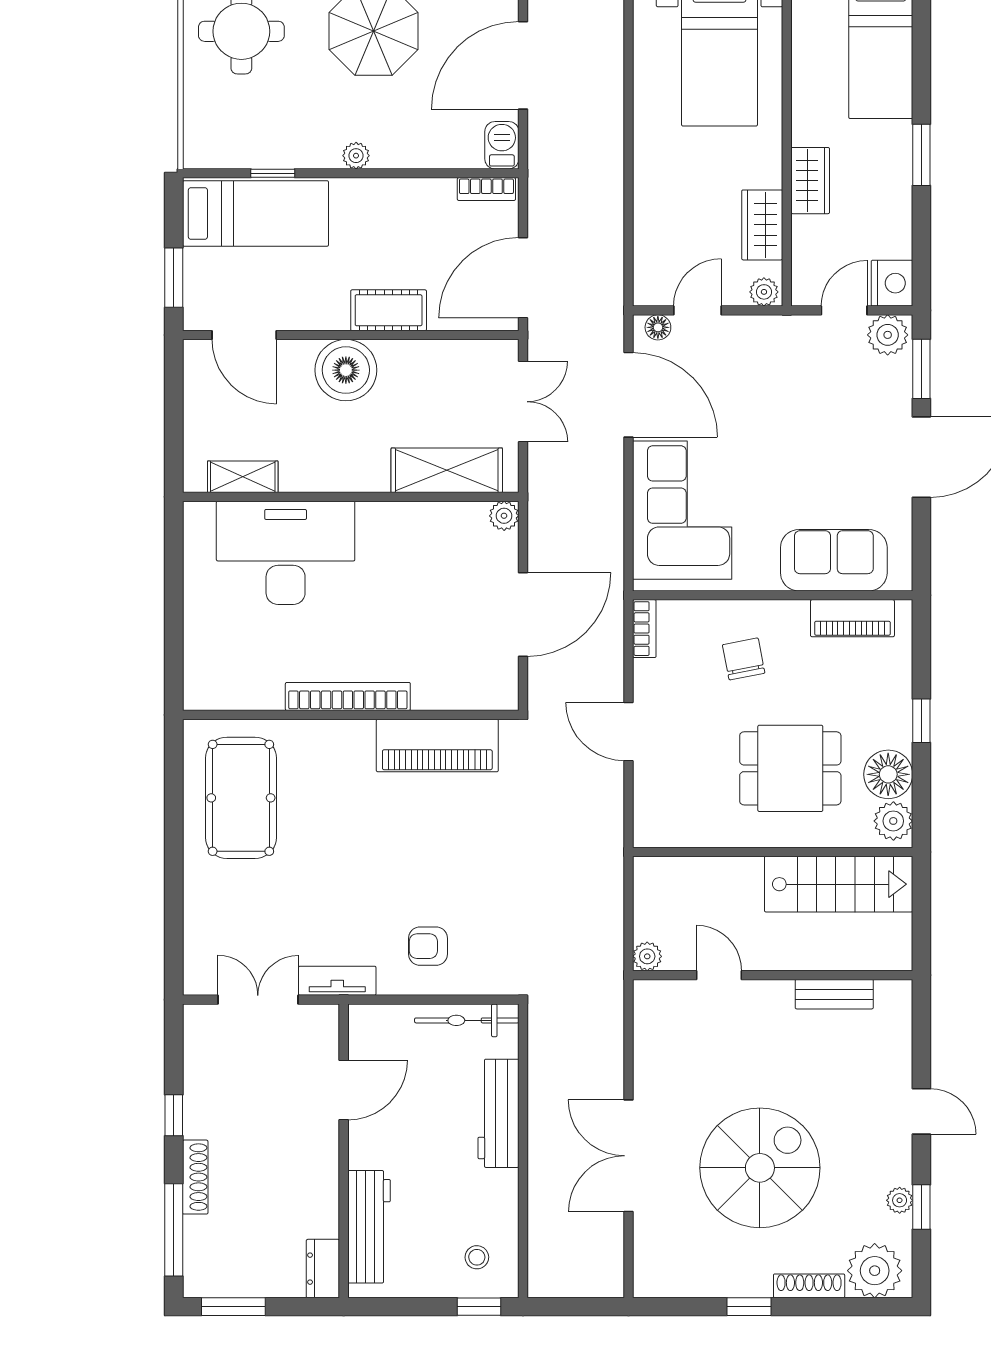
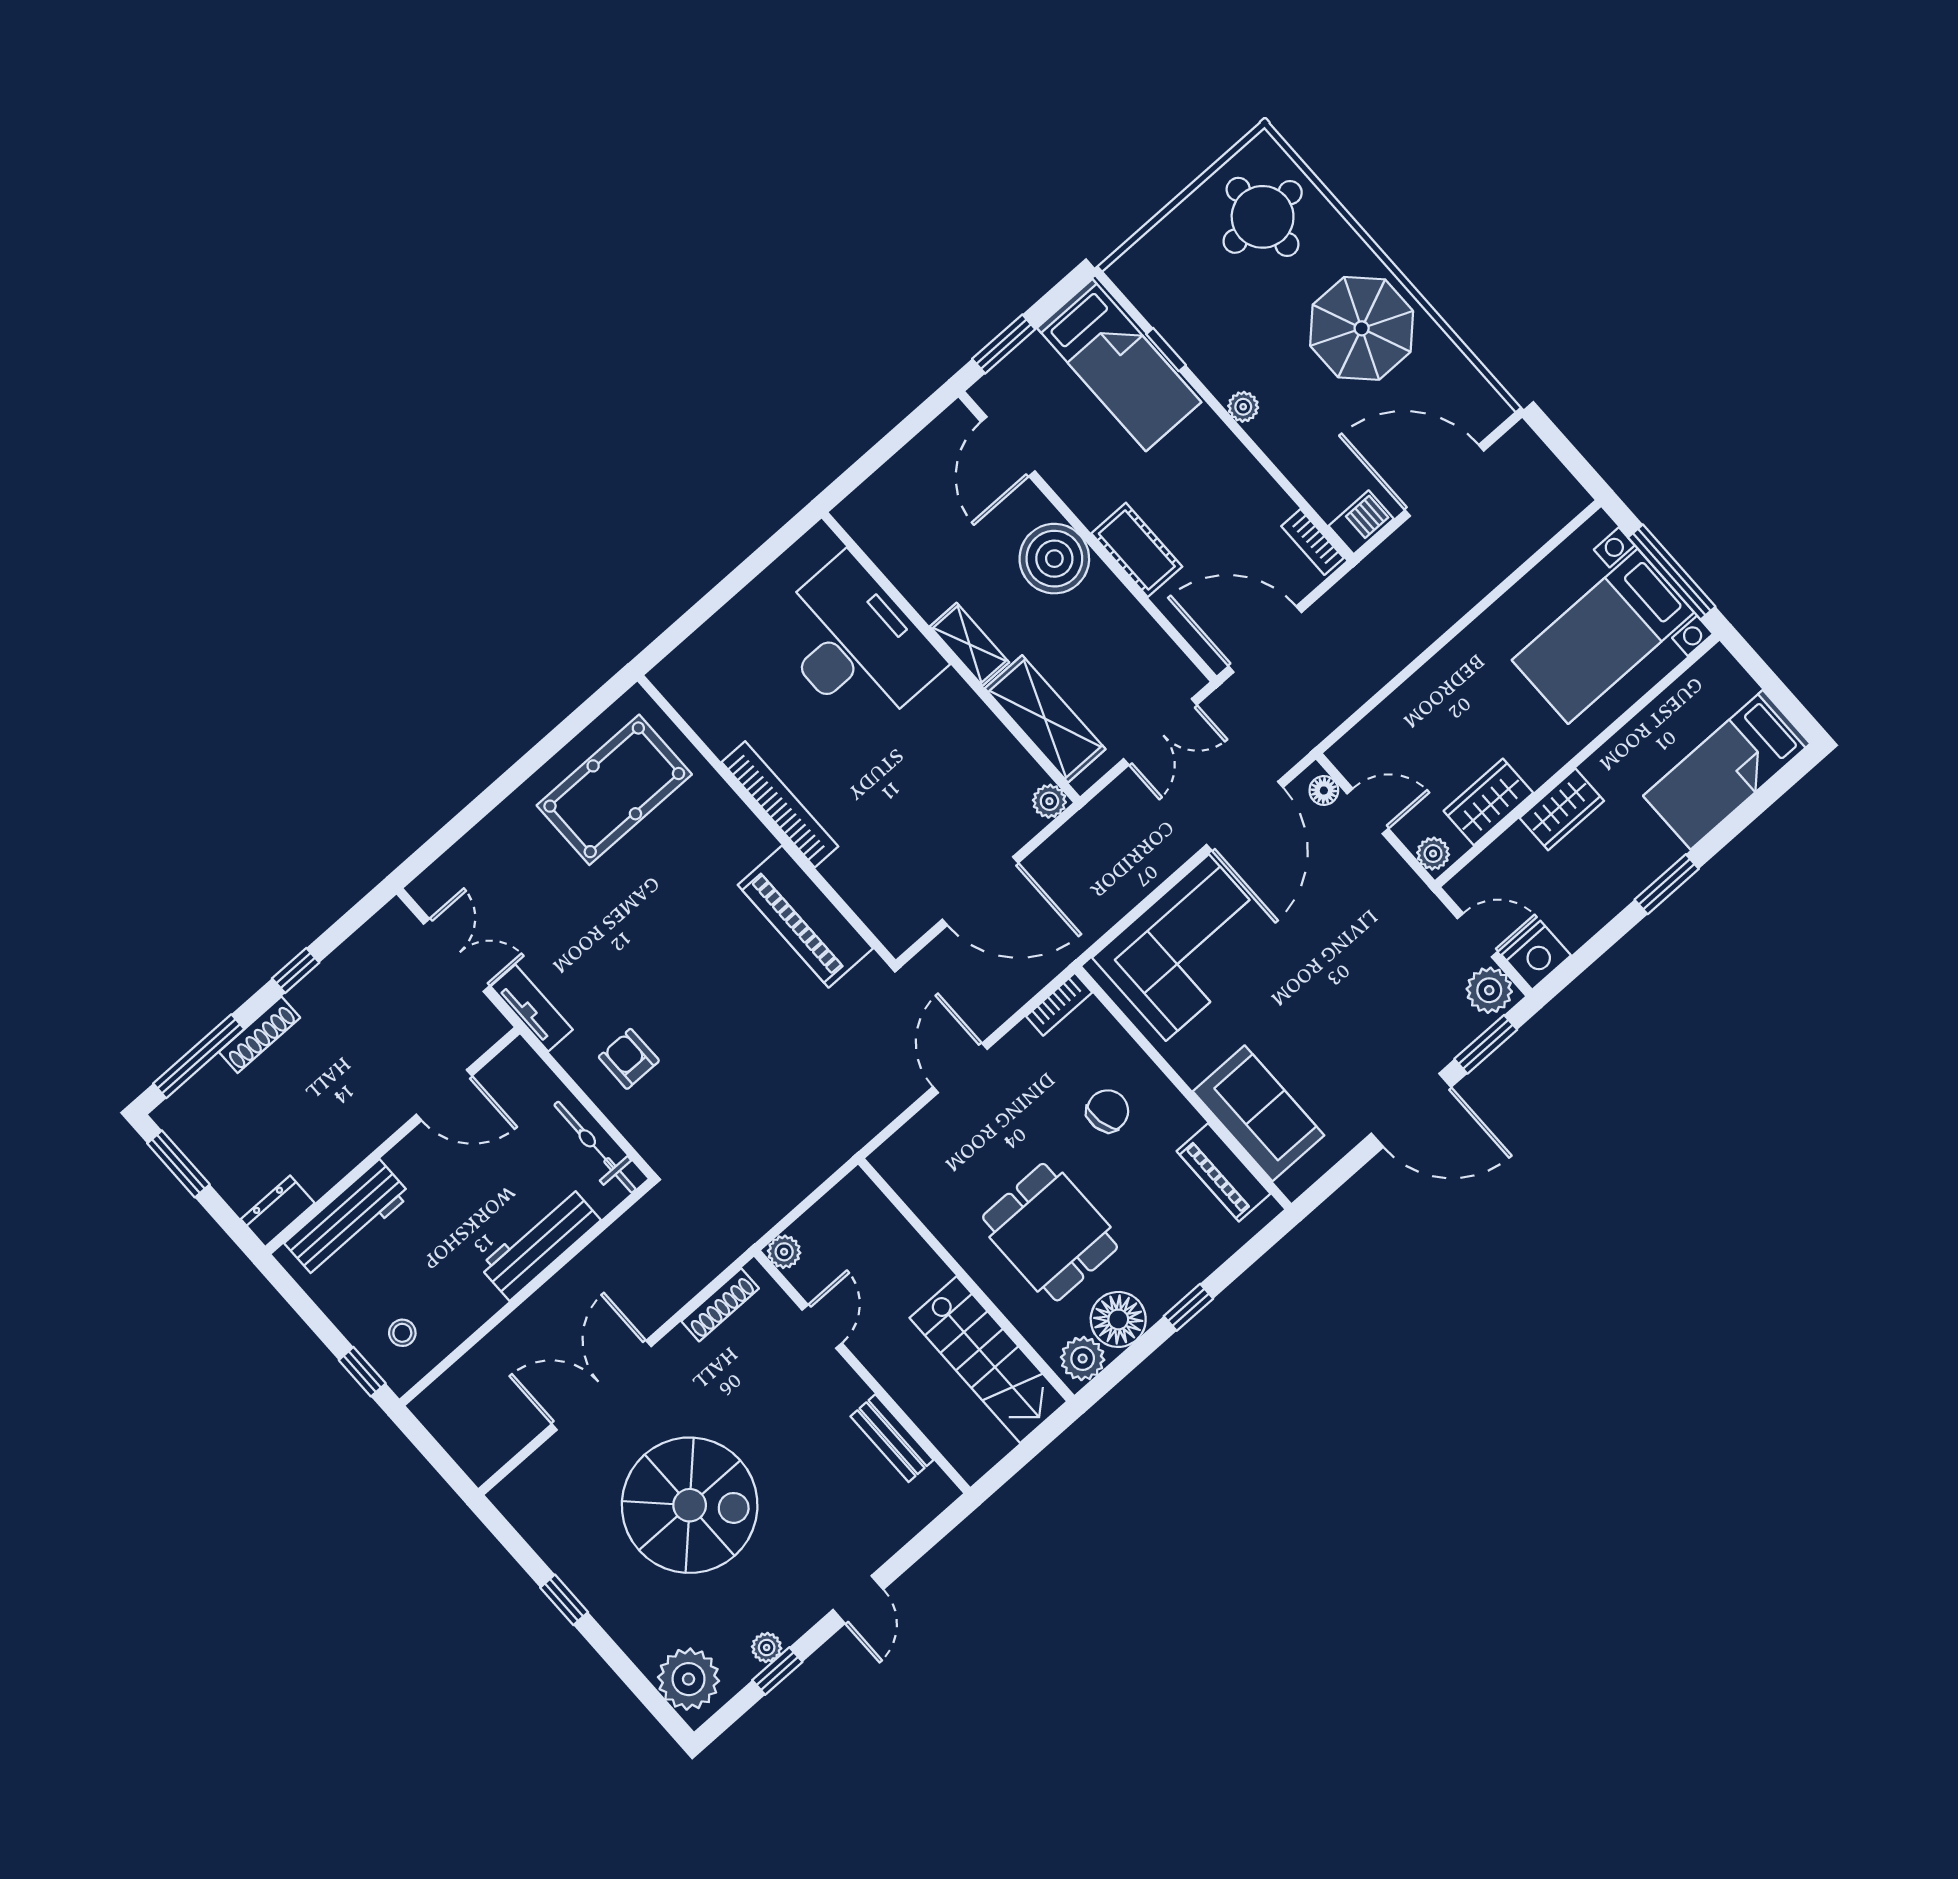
shelving: (243, 477) -> (969, 644), moved
shoe rack: (809, 1286) -> (720, 1305), moved, turned 90

